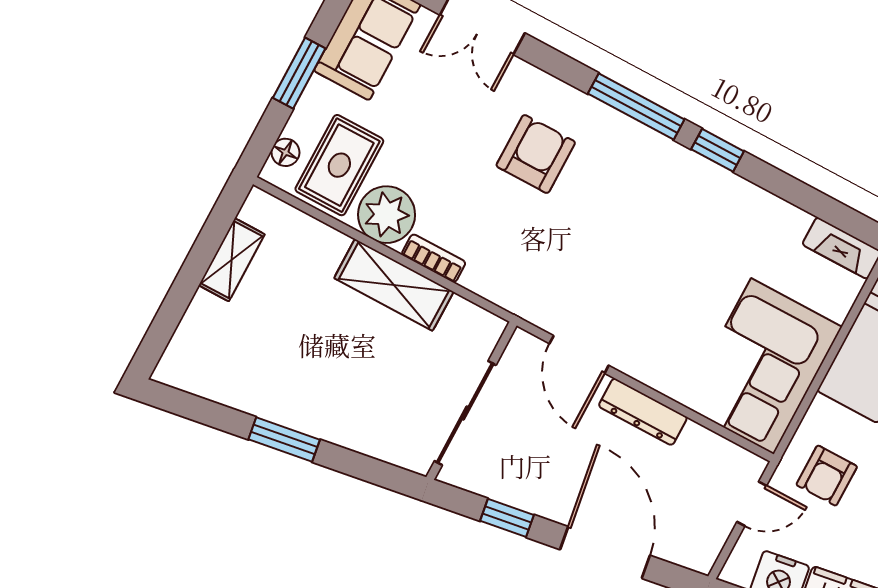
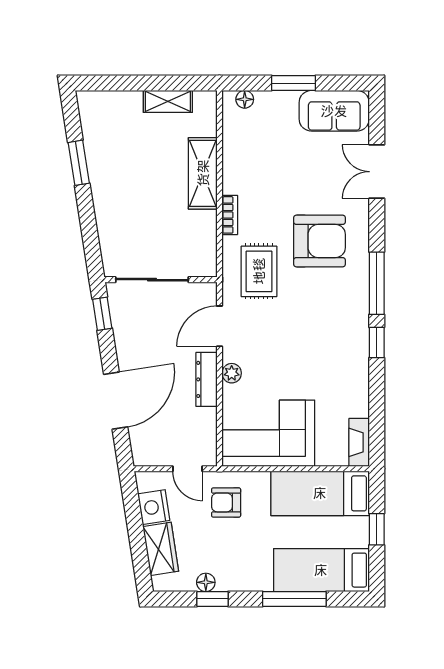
armchair: (536, 154) -> (319, 241), width x1.36, depth x1.36
rug: (339, 165) -> (259, 271), moved, turned 90
plant: (387, 215) -> (232, 373), moved, width x0.53, depth x0.53
shelving: (394, 285) -> (203, 173), moved
window: (284, 440) -> (79, 163), moved
window: (507, 518) -> (102, 314), moved

